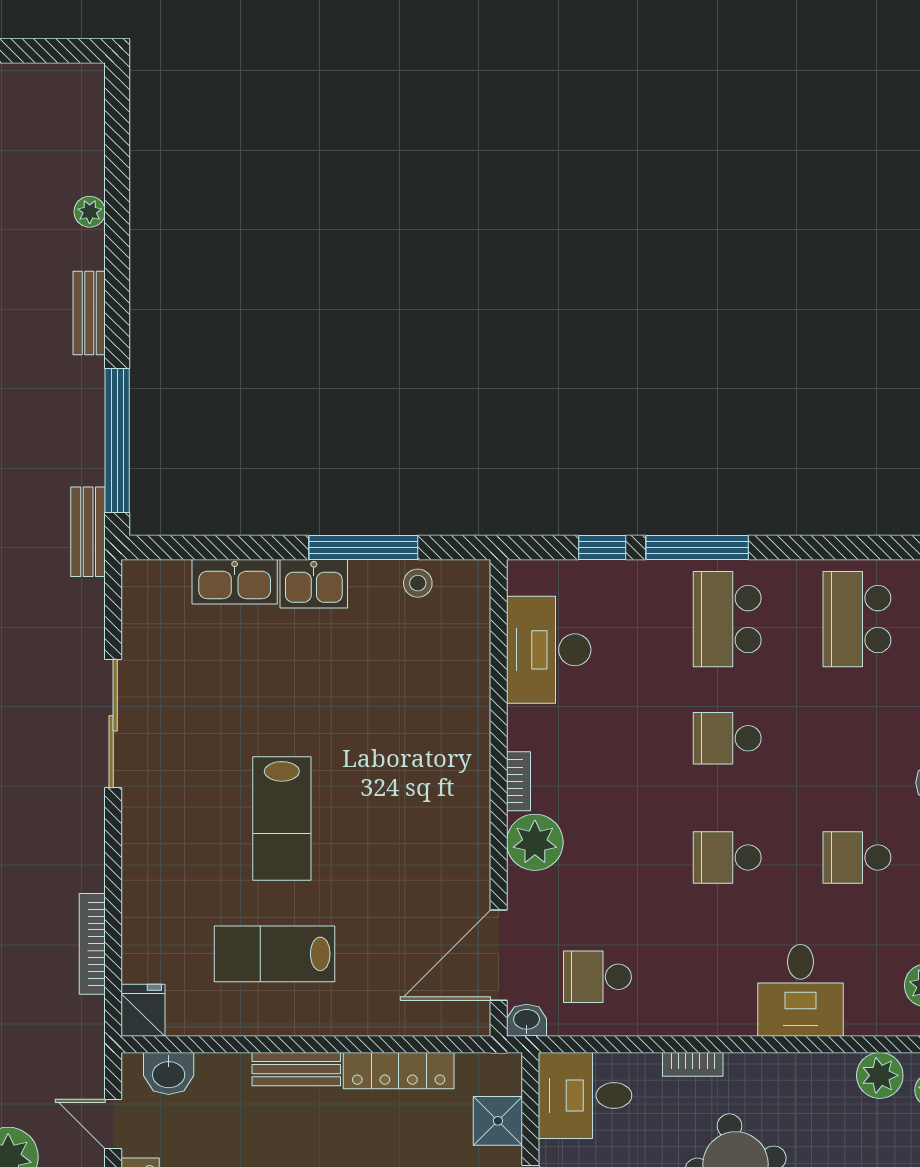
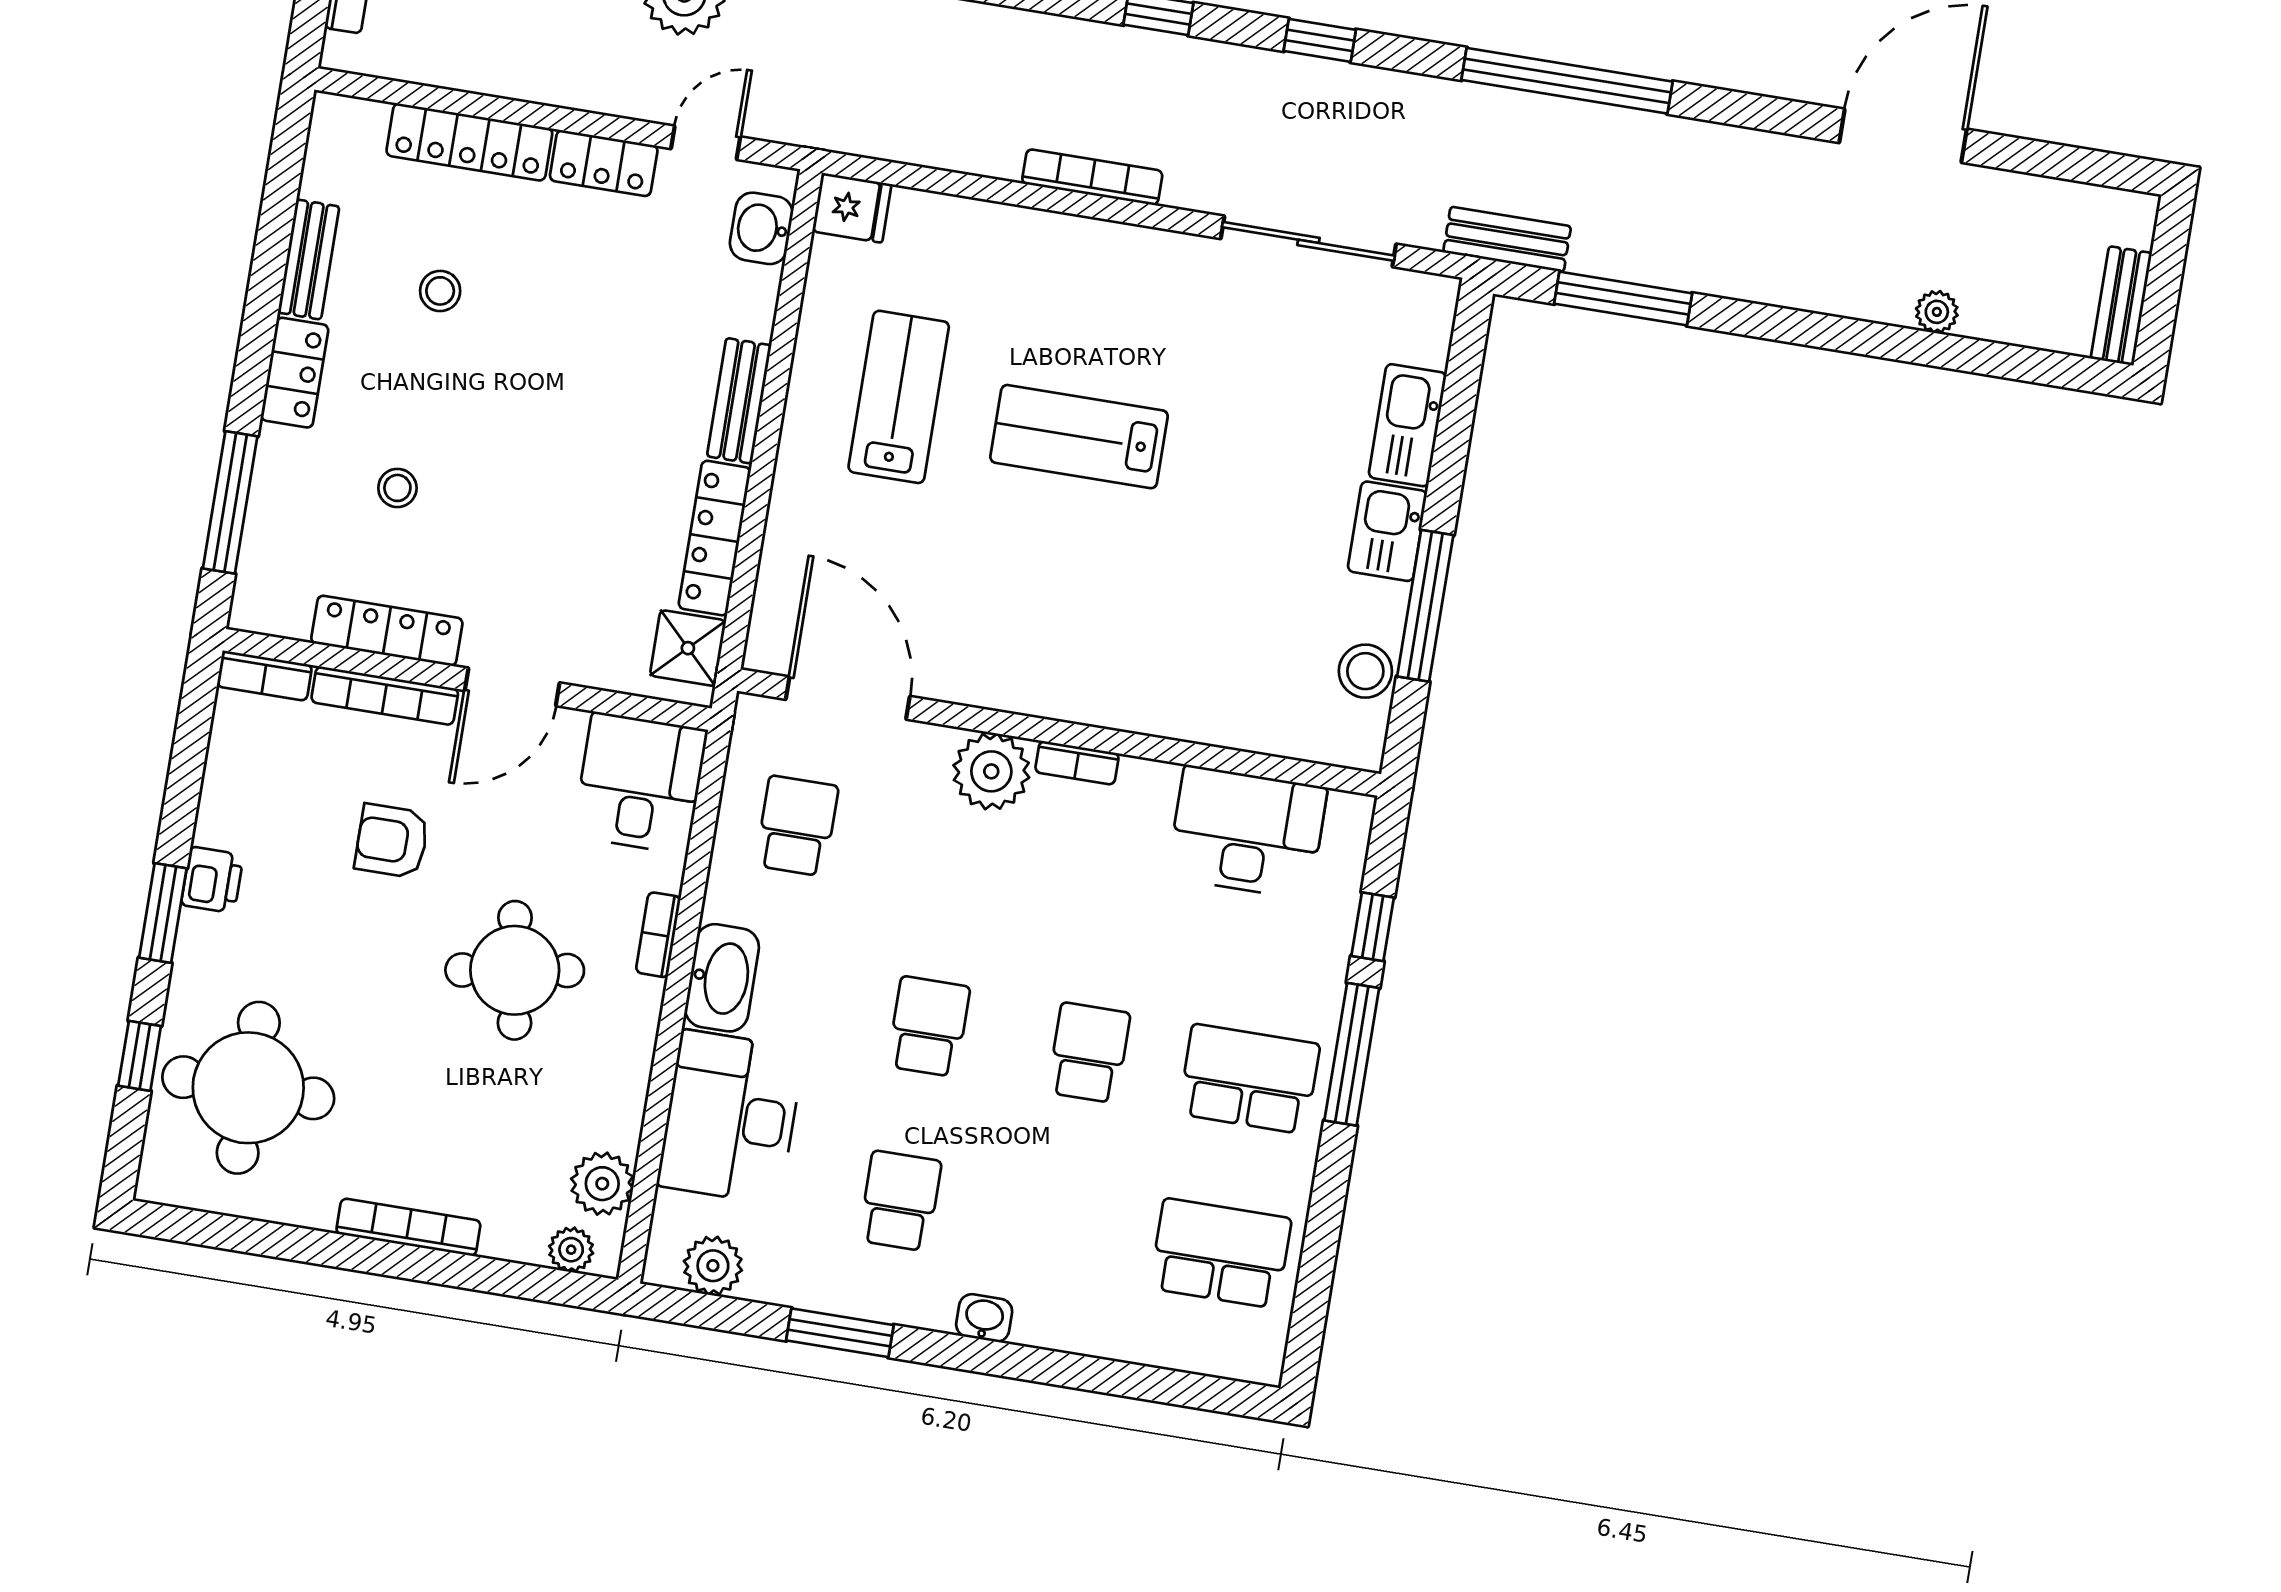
bench: (89, 313) -> (2121, 306), moved, turned 90
window: (117, 441) -> (1623, 298), width x0.68
stool: (418, 583) -> (1365, 671), width x1.37, depth x1.37
sliding door: (113, 723) -> (1308, 241), moved
bookcase: (92, 944) -> (1092, 177), moved
desk: (800, 990) -> (730, 1117), width x1.37
washbasin: (527, 1020) -> (722, 978), moved, width x1.91, depth x1.45
shower: (498, 1121) -> (688, 648), moved

